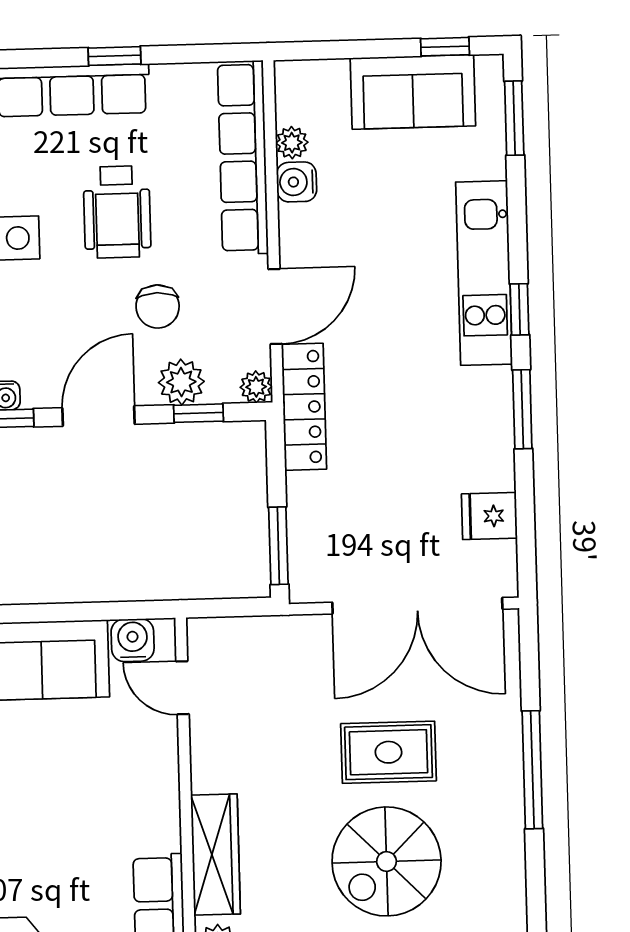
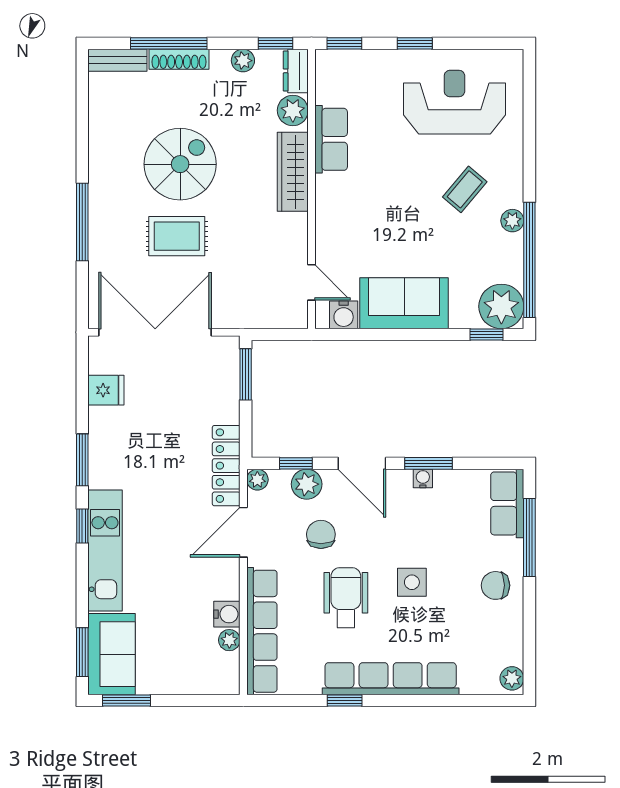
window: (445, 47) -> (126, 701), width x1.50
sofa: (413, 92) -> (111, 654), moved, turned 90
door: (99, 416) -> (362, 463), hinge flipped

